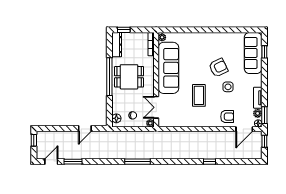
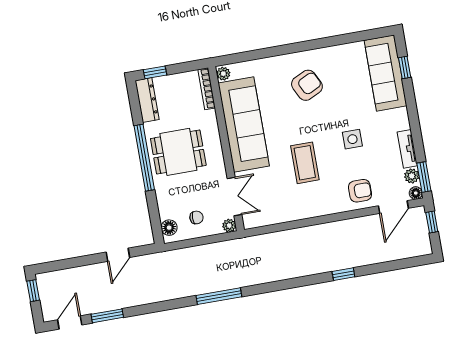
armchair: (218, 68) -> (307, 85), moved
double door: (156, 107) -> (235, 197), swing flipped

